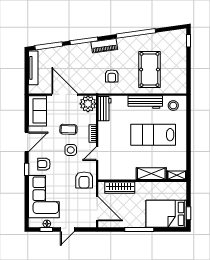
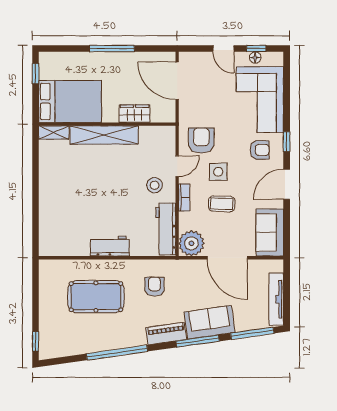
sofa: (76, 53) -> (210, 322), added
pool table: (150, 69) -> (96, 297), turned 90
workbench: (145, 102) -> (110, 246), width x0.73
stool: (173, 106) -> (155, 185), moved
workbench: (104, 109) -> (166, 229), width x1.38
lab bench: (153, 135) -> (90, 196), removed
shelving: (151, 174) -> (104, 135), width x1.47
armchair: (84, 180) -> (201, 140), moved
wardrobe: (120, 188) -> (135, 114), width x0.67
bed: (166, 214) -> (70, 101), moved
door: (67, 230) -> (223, 49), swing flipped

